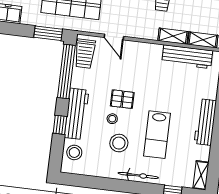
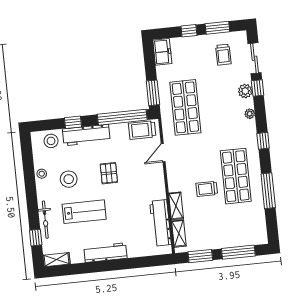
stool: (112, 119) -> (42, 174), moved
lab bench: (157, 135) -> (84, 212), turned 180
bicycle: (138, 175) -> (45, 220), moved

